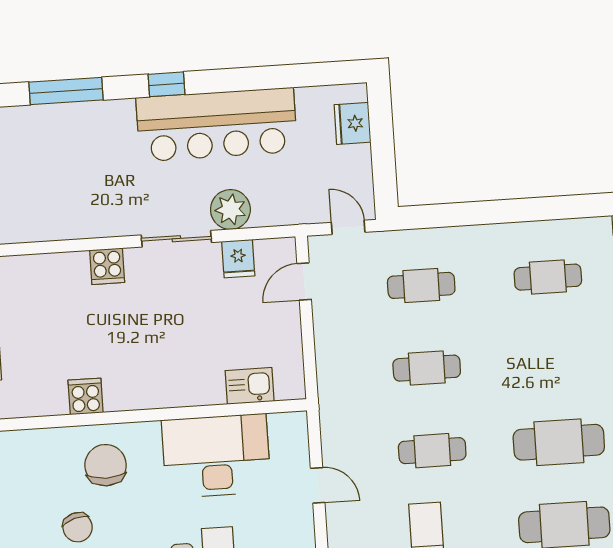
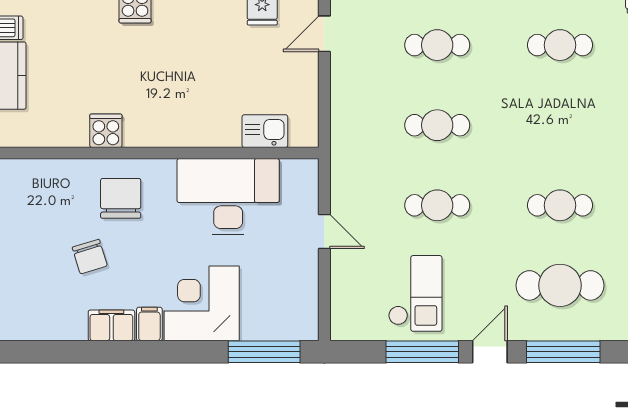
cafe table: (559, 442) -> (560, 205), width x0.73, depth x0.74

